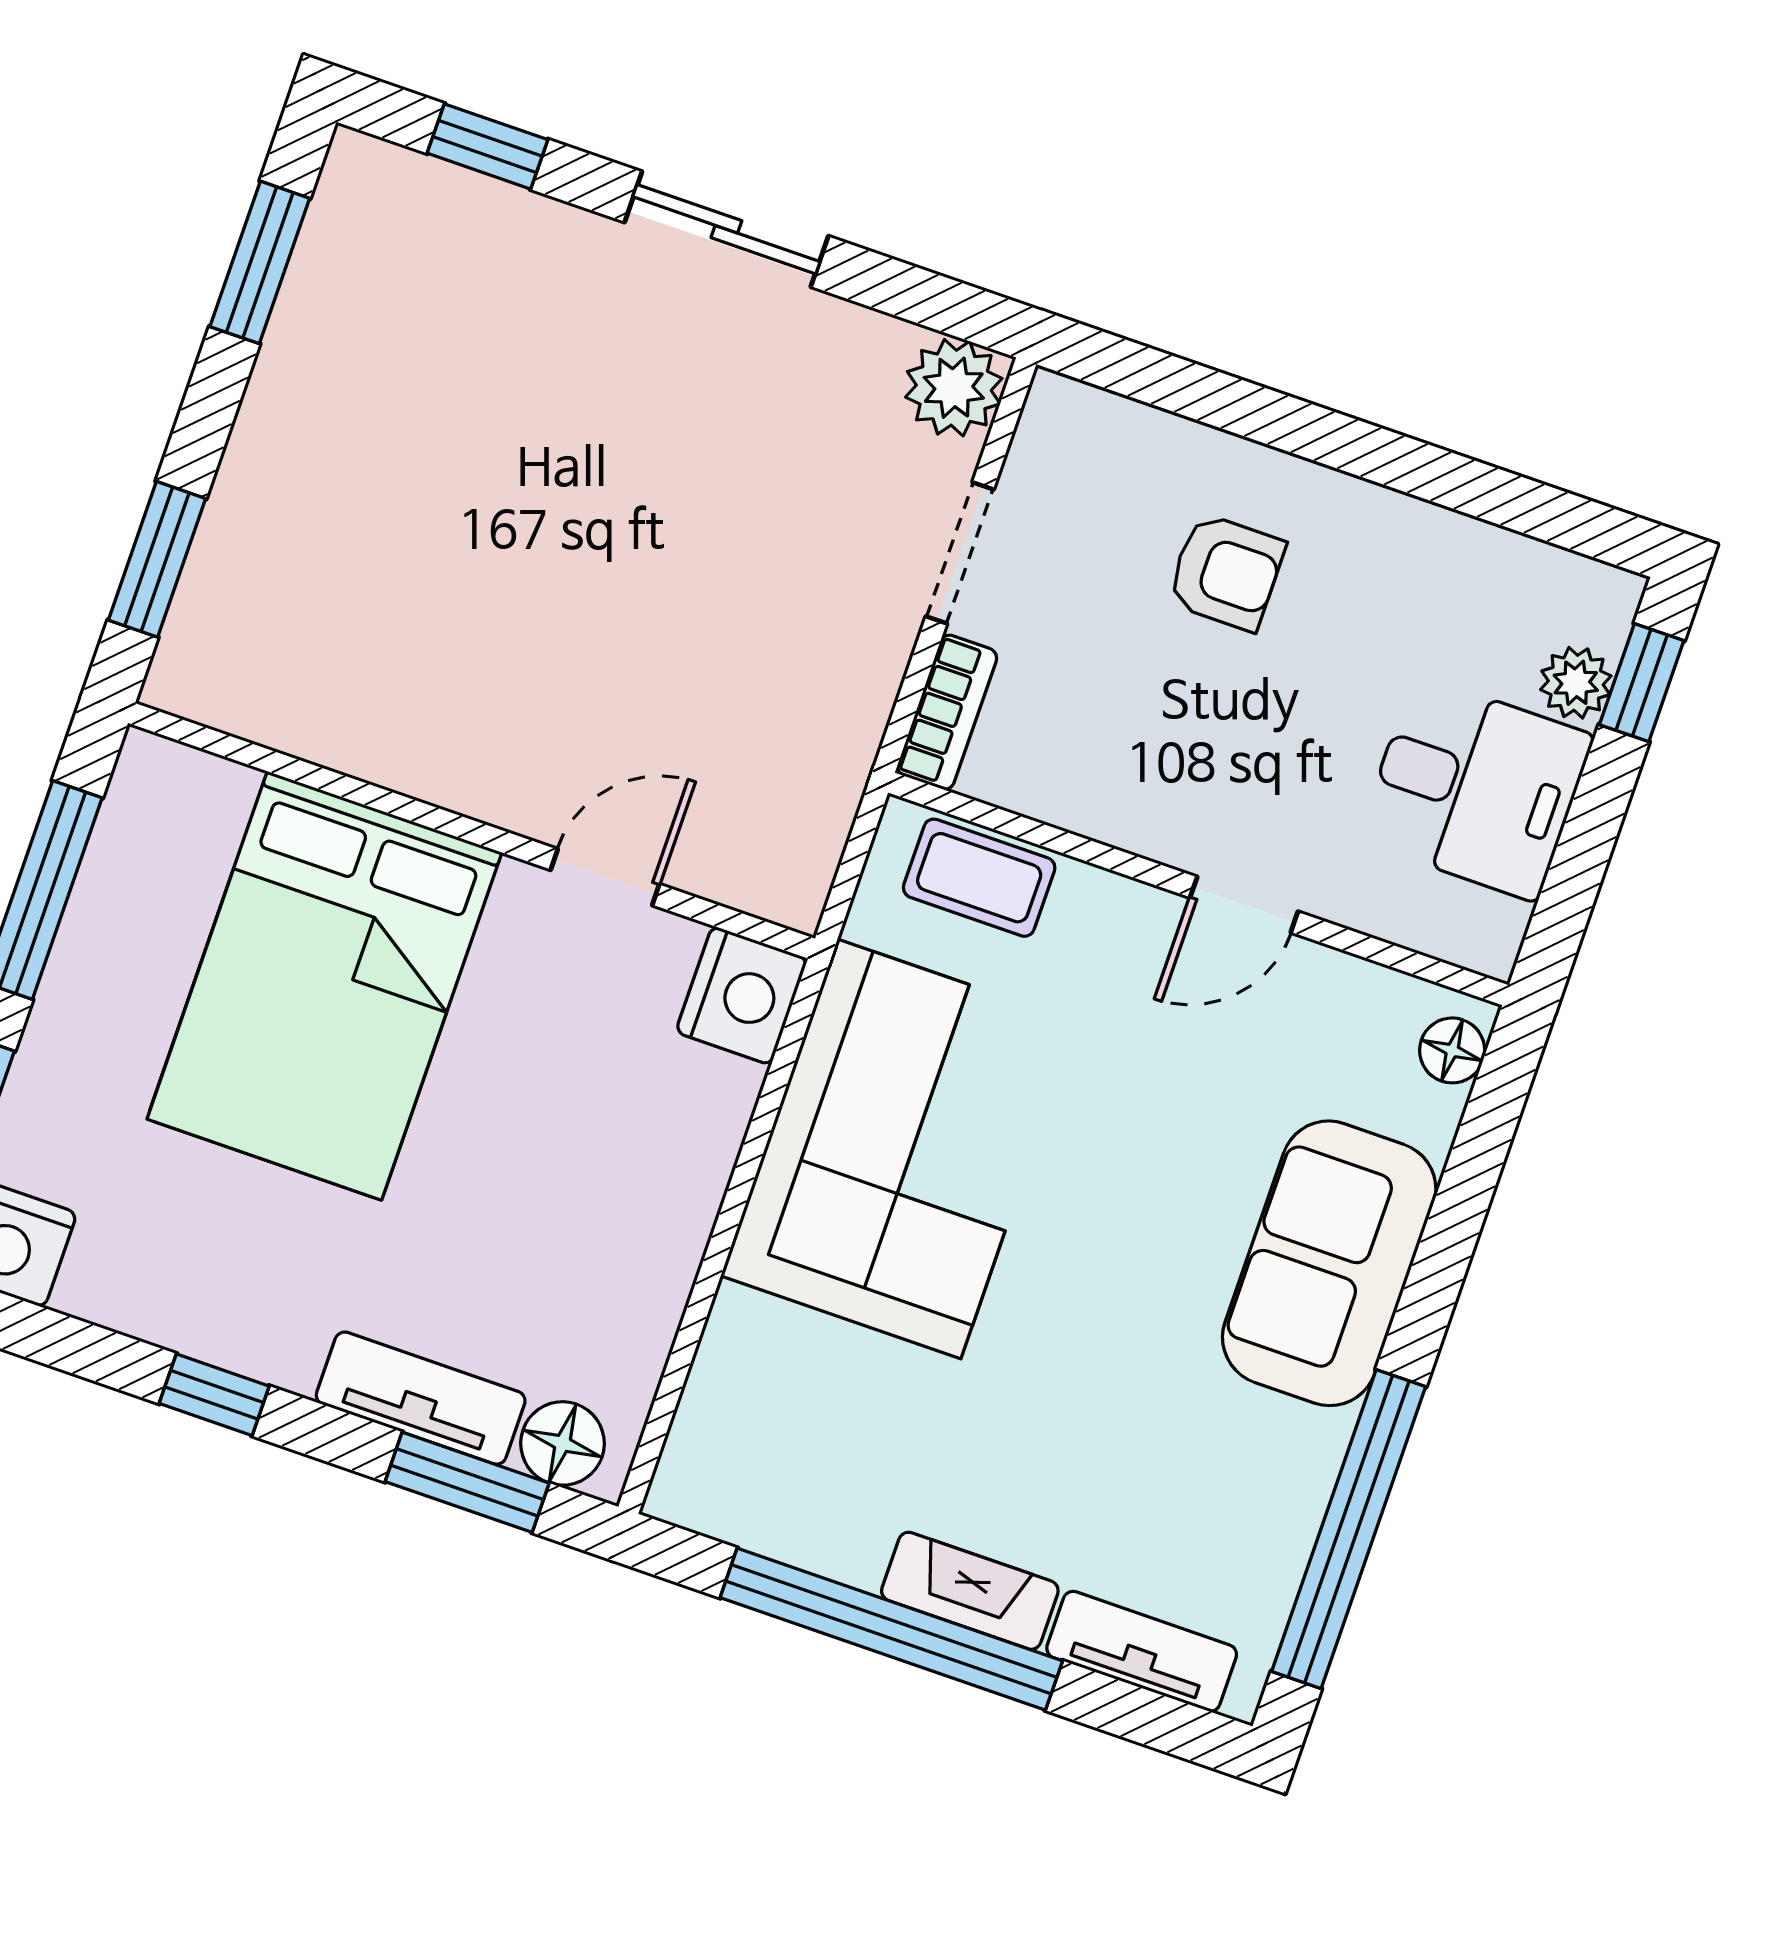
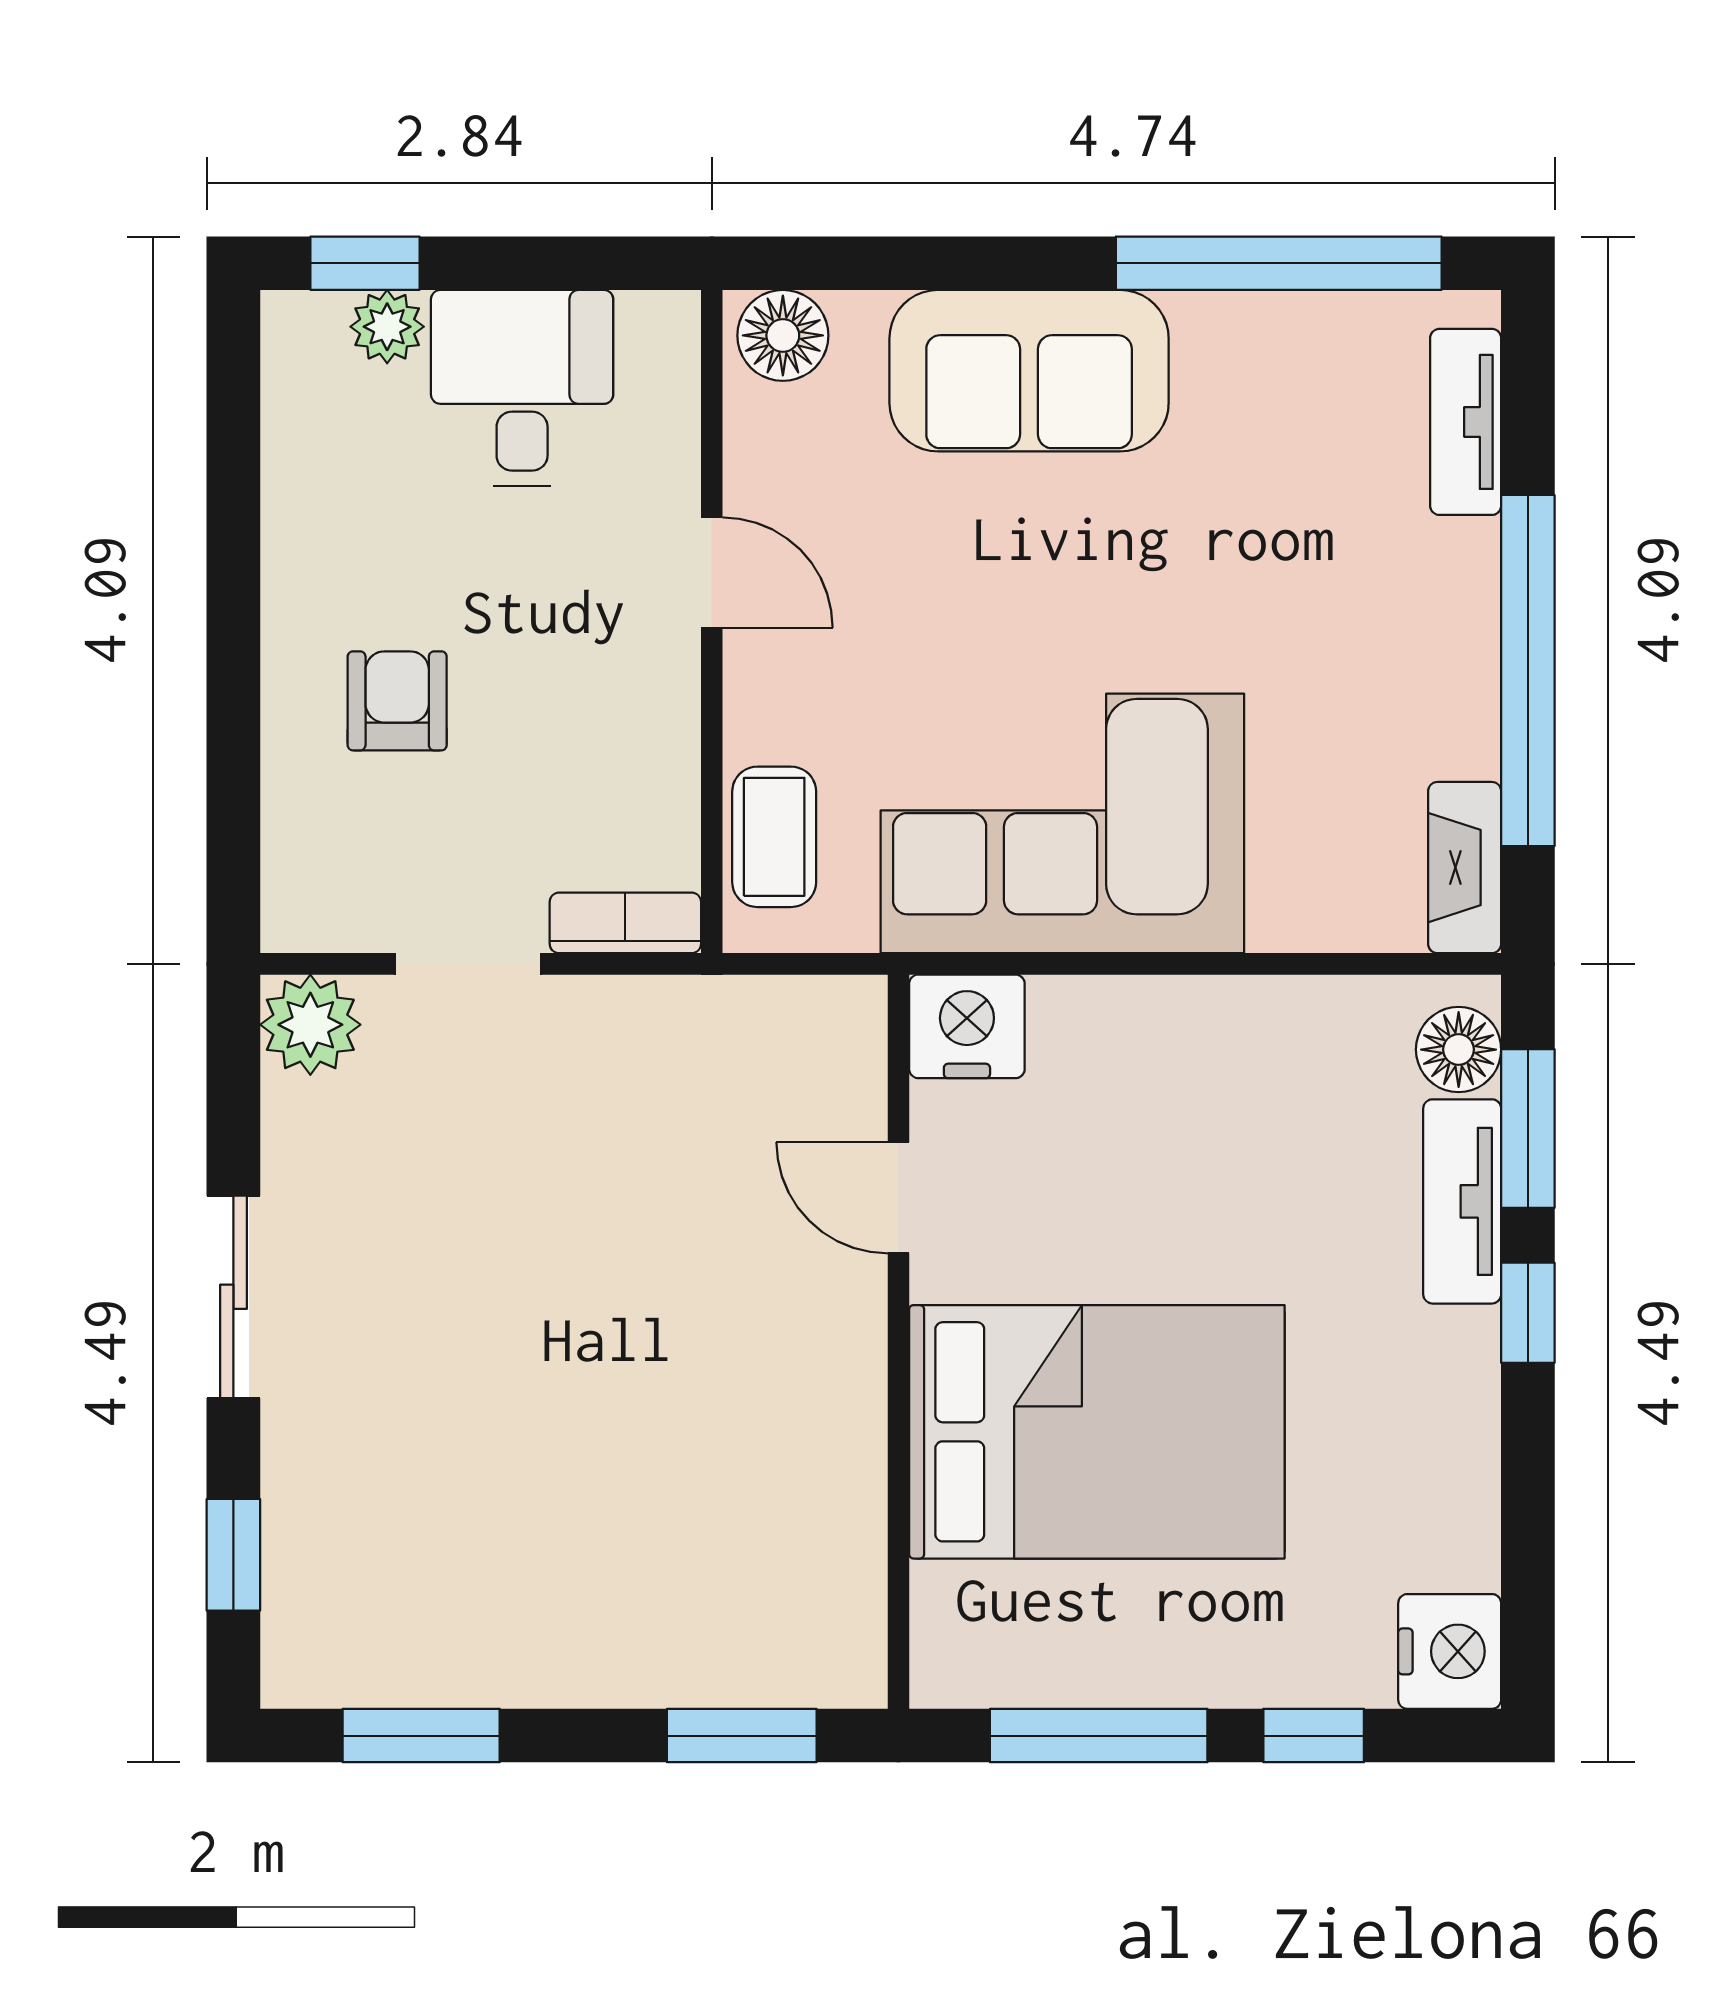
floor lamp: (1452, 1050) -> (783, 335), width x1.37, depth x1.37
window: (214, 1395) -> (1528, 1313), moved
fireplace: (970, 1591) -> (1465, 868), moved

